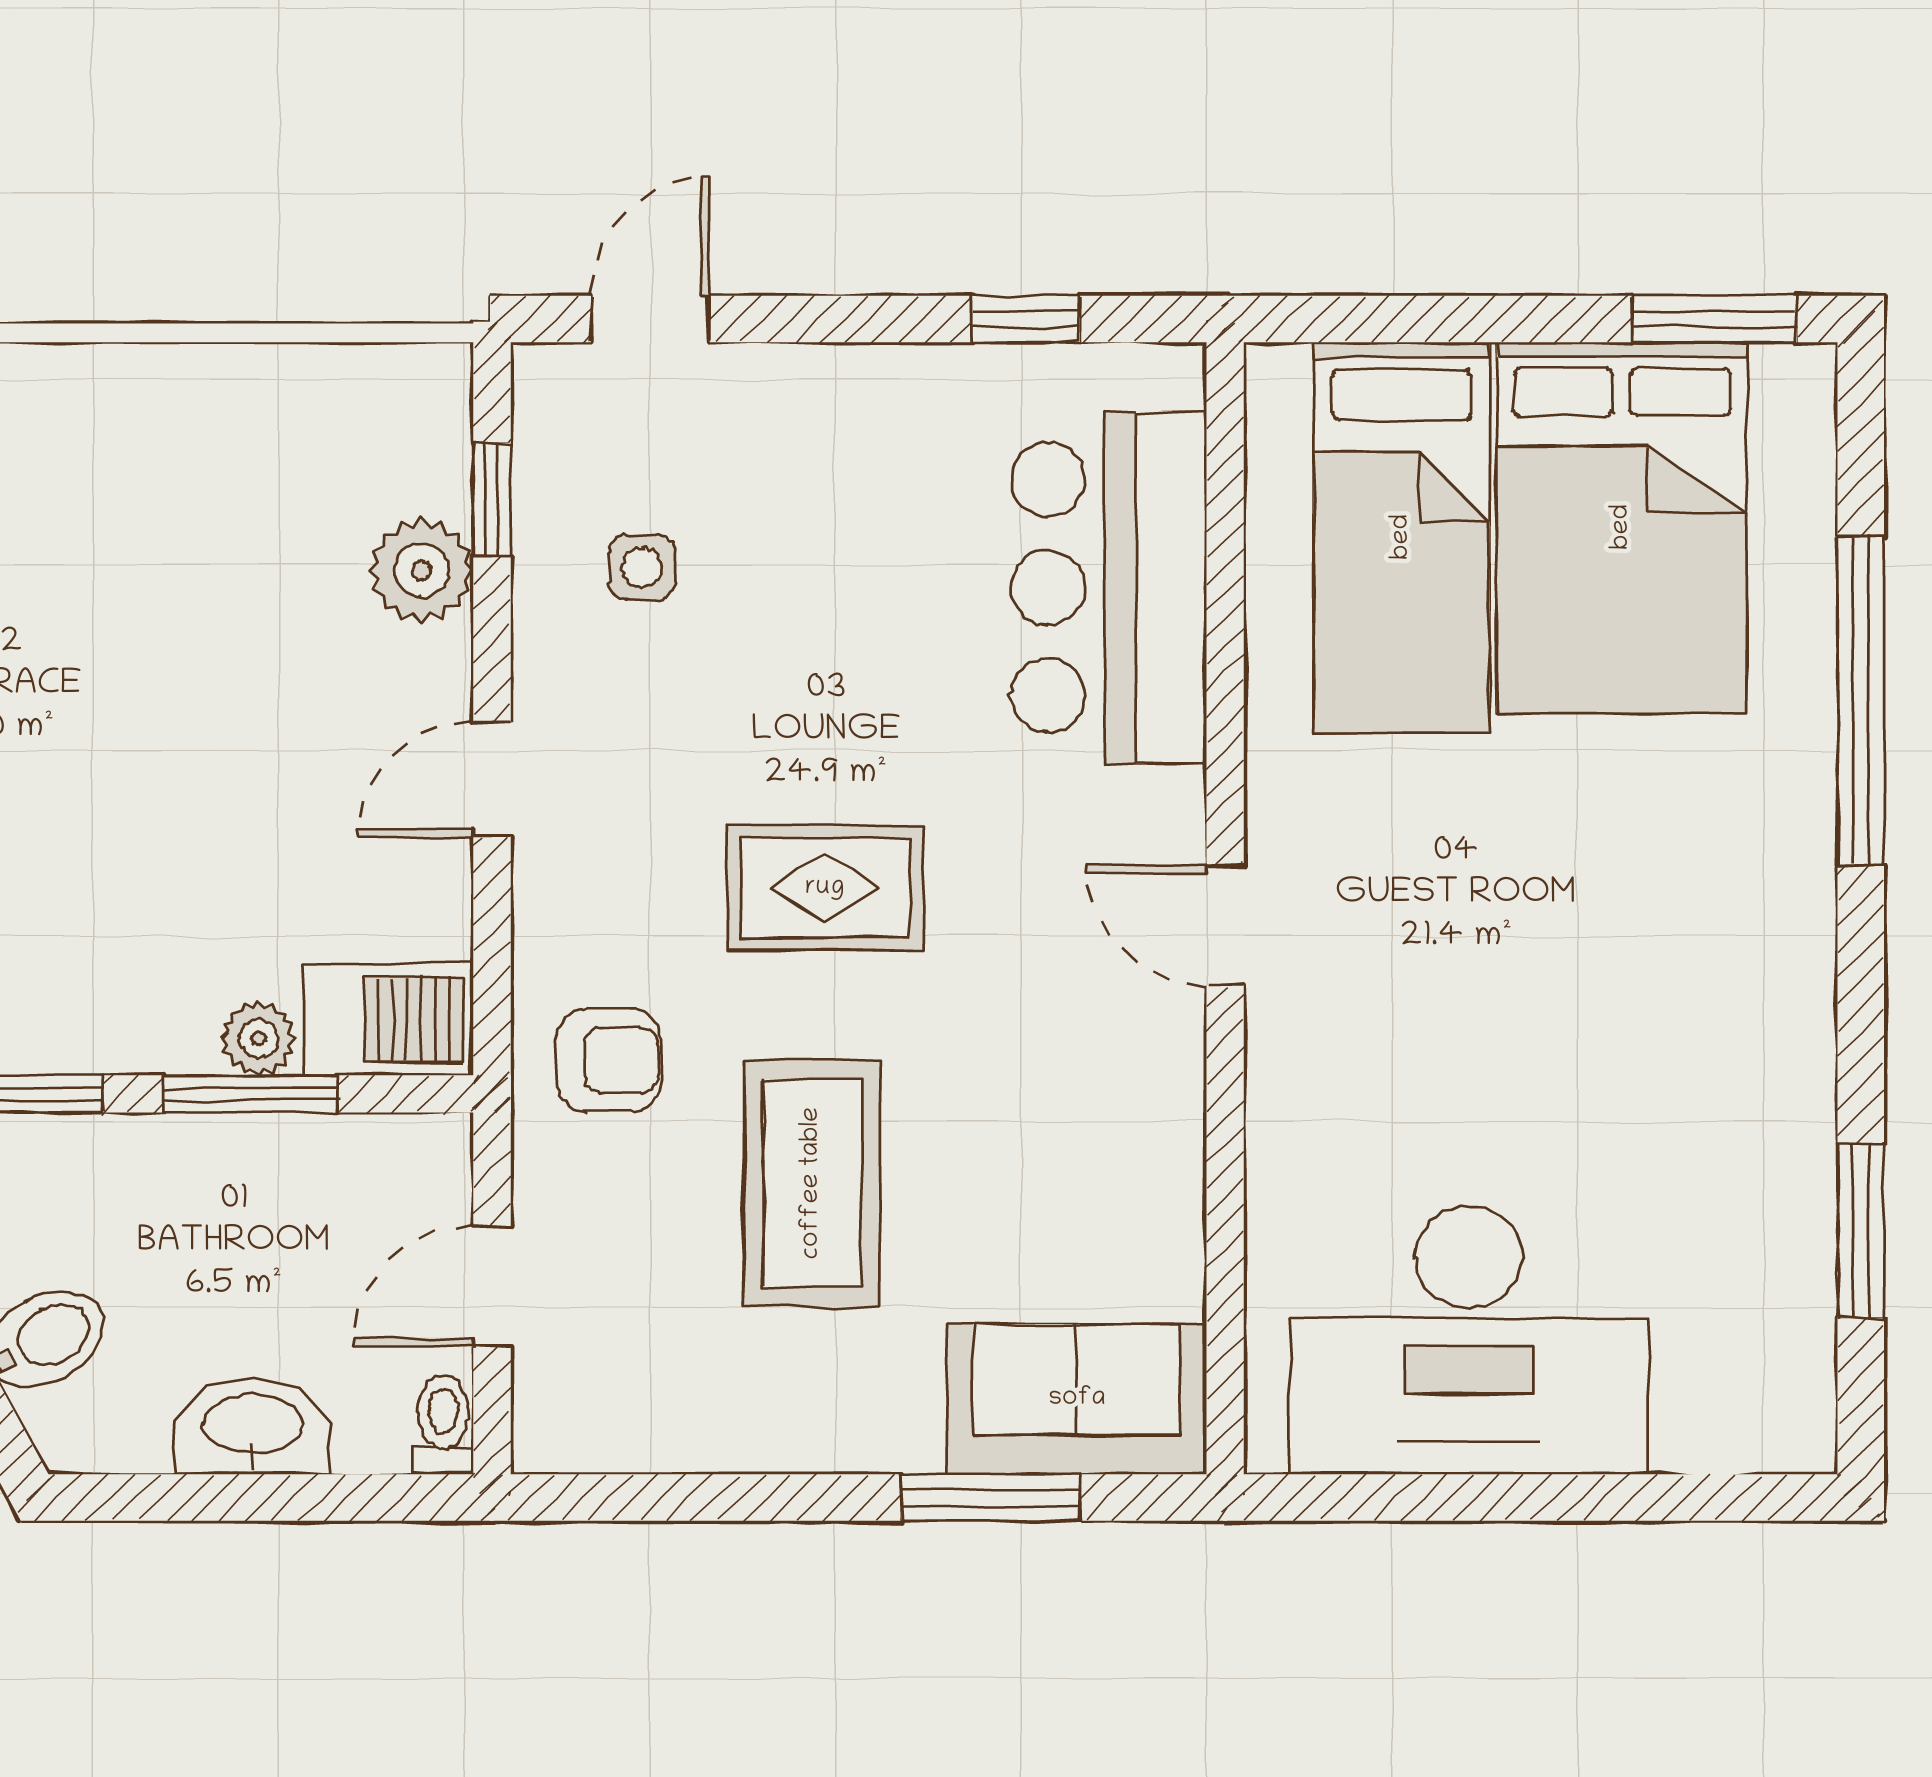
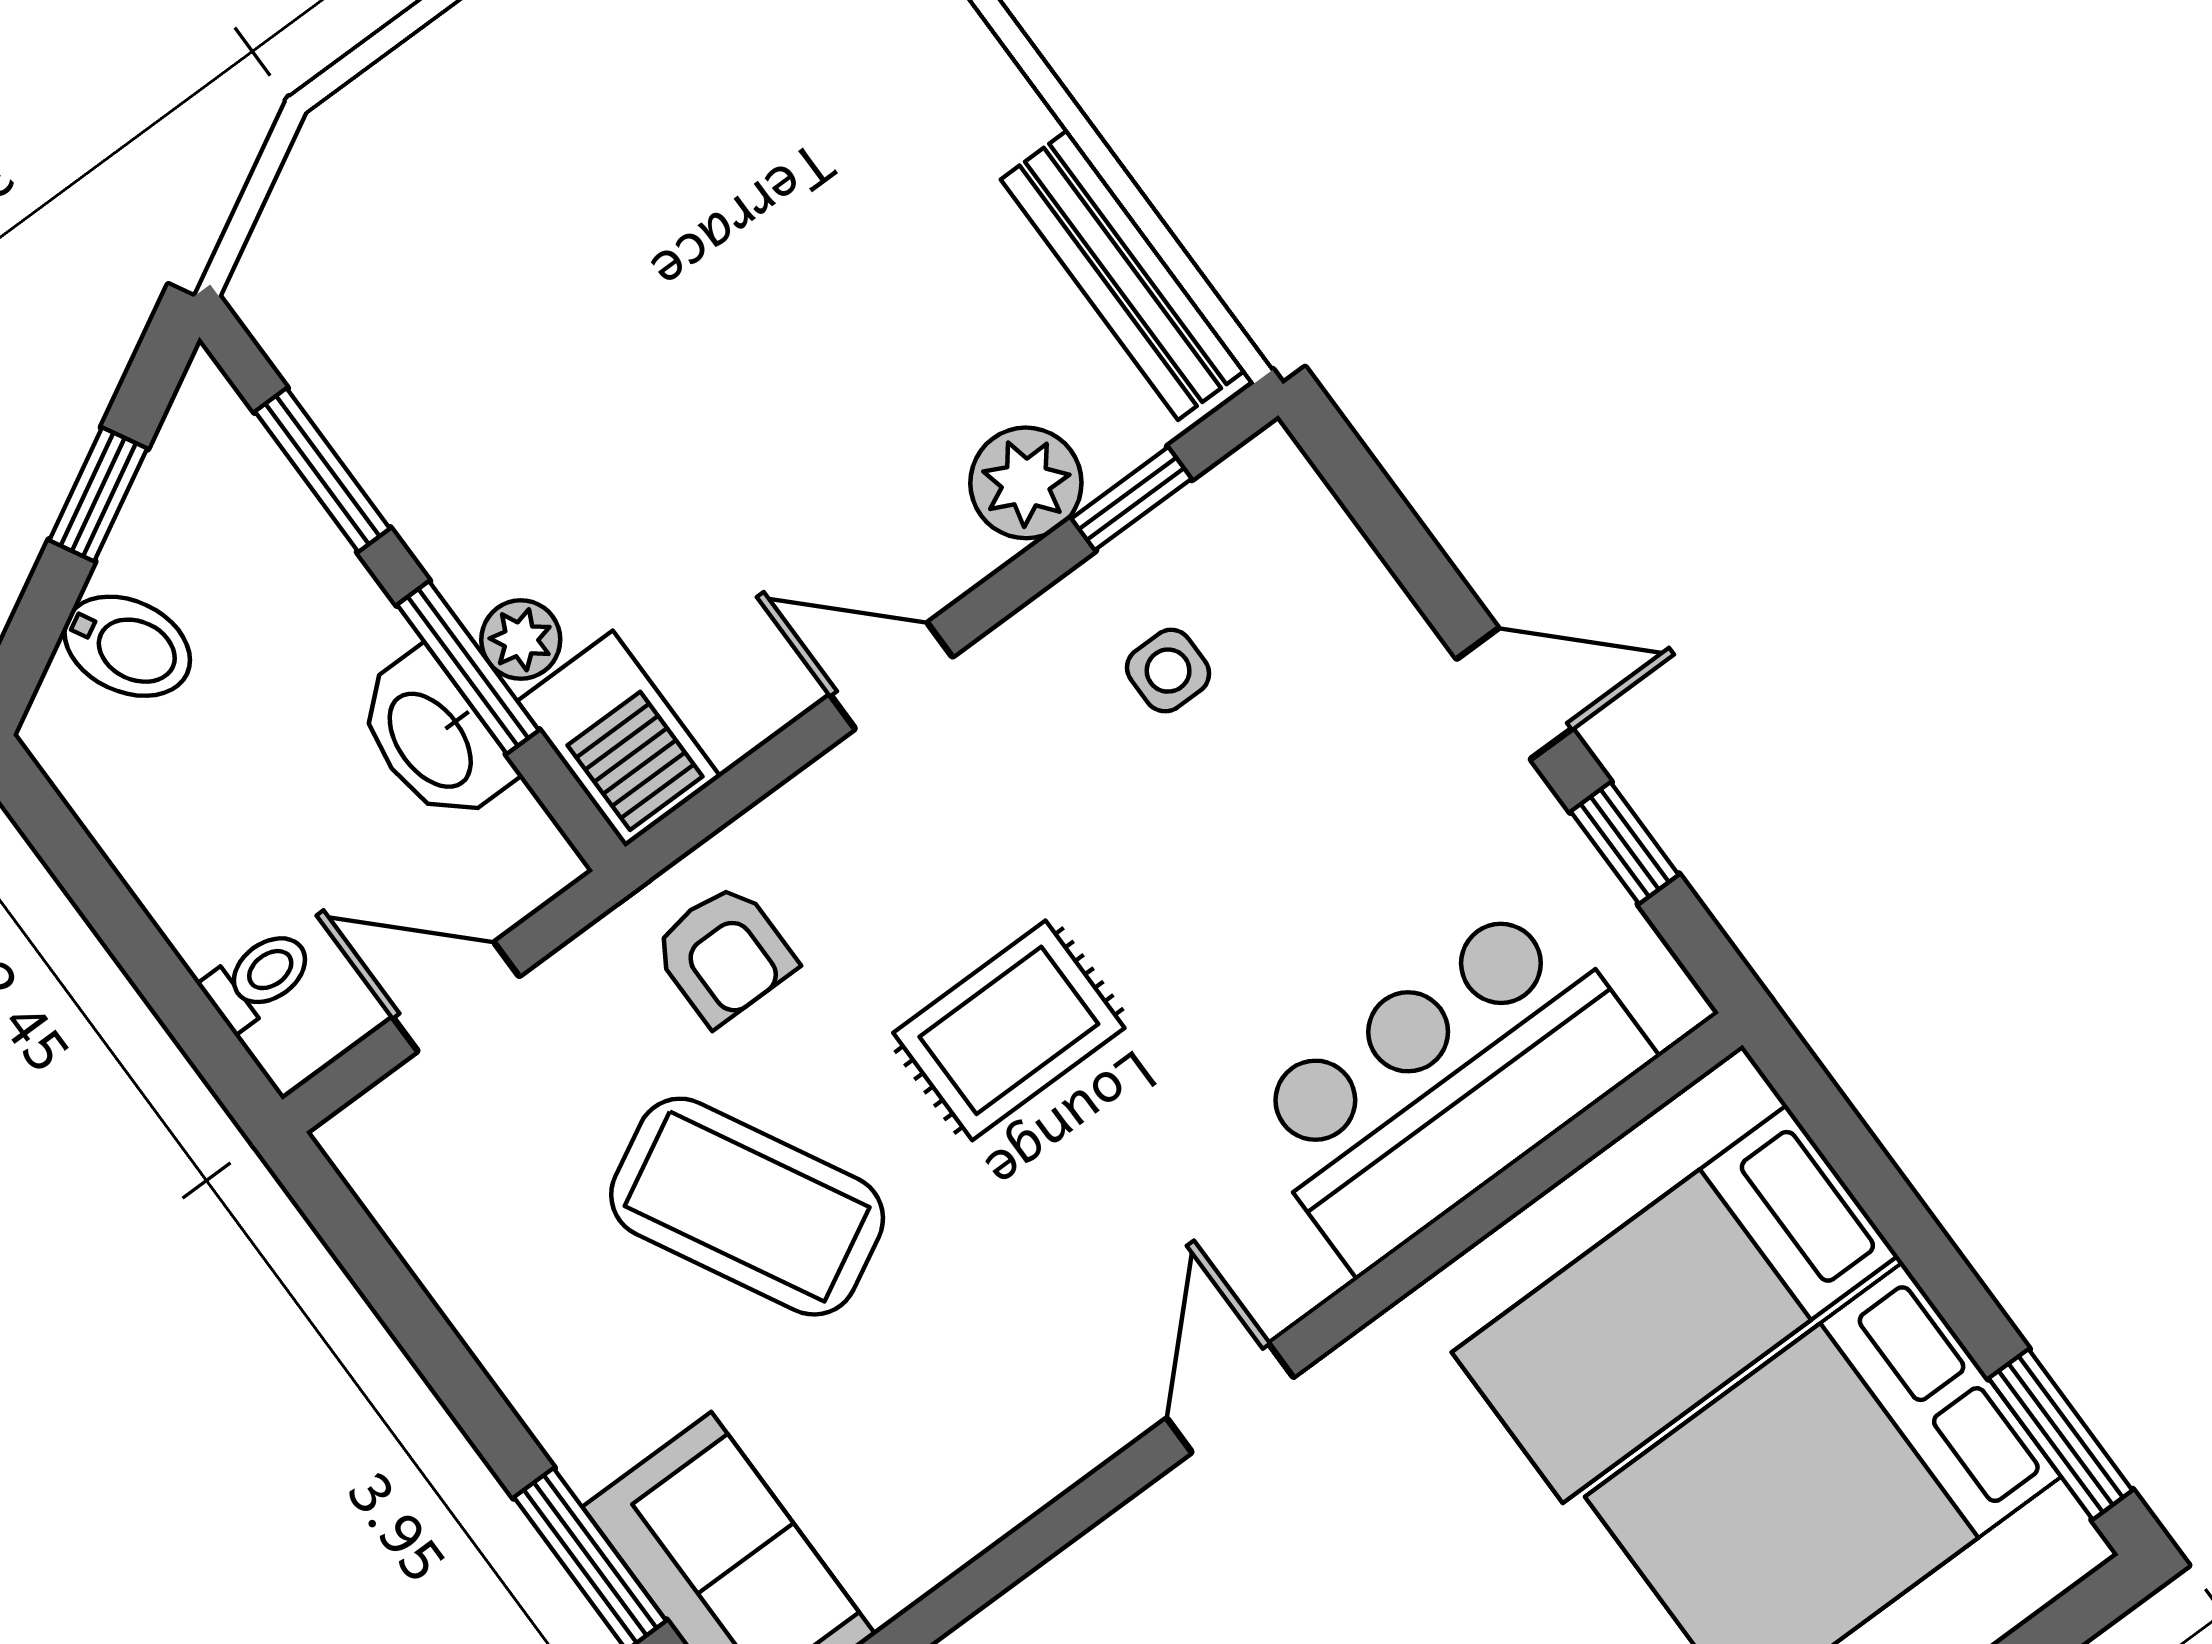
door: (650, 319) -> (1515, 694), moved
bench: (319, 381) -> (1123, 275), added
rug: (825, 888) -> (1009, 1030), turned 90
coffee table: (812, 1183) -> (747, 1207), turned 62
toilet: (443, 1425) -> (258, 978), moved
washbasin: (253, 1427) -> (433, 738), moved, turned 180

